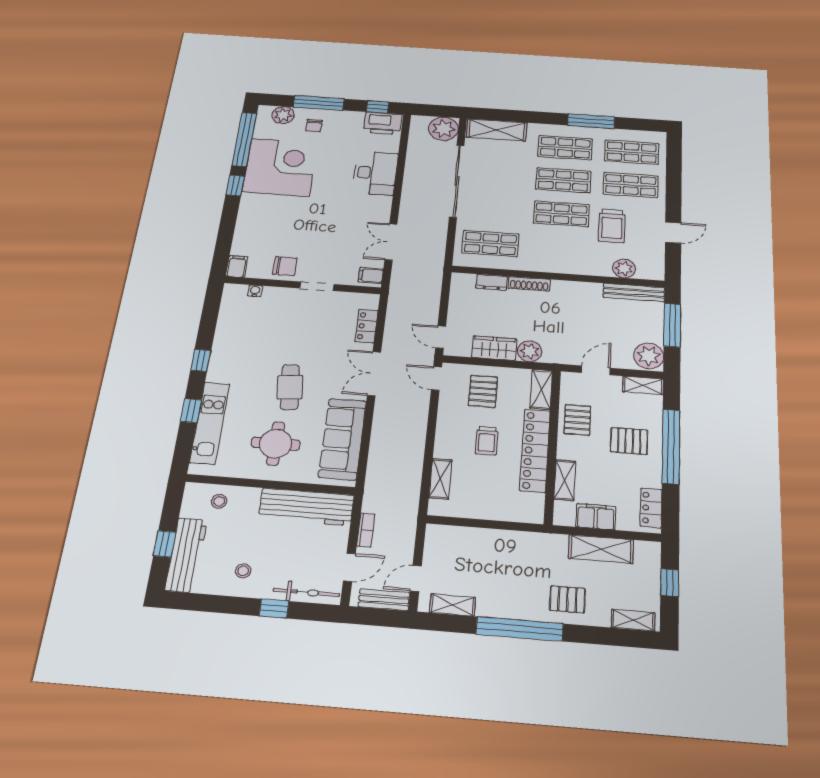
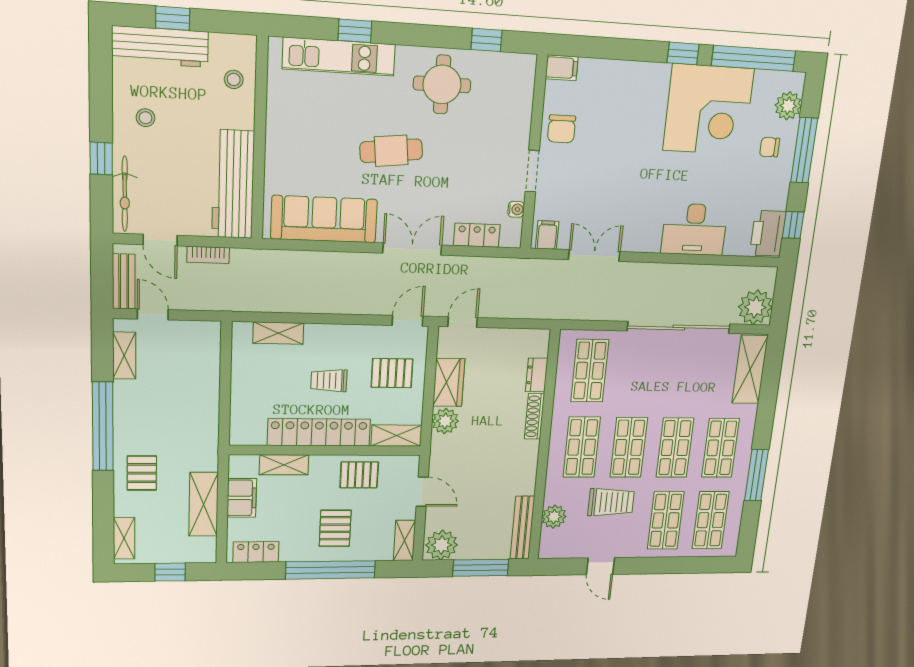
trolley: (612, 226) -> (611, 502), turned 180
shop shelf: (559, 248) -> (582, 447), added
water cooler: (255, 291) -> (516, 209), moved
window: (201, 360) -> (487, 40), moved
round table: (276, 444) -> (442, 84), moved

